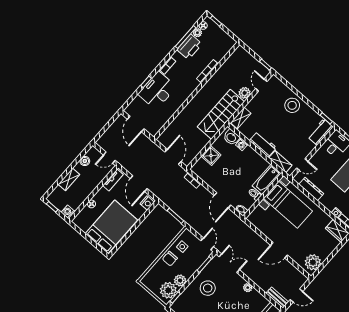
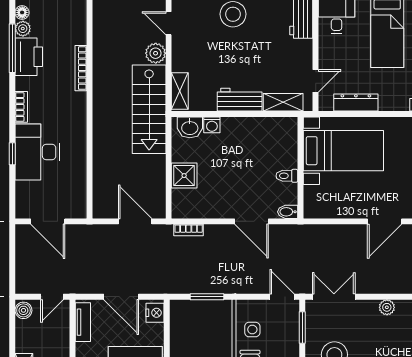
boiler: (85, 161) -> (23, 310), moved
bathtub: (267, 180) -> (286, 142), removed

